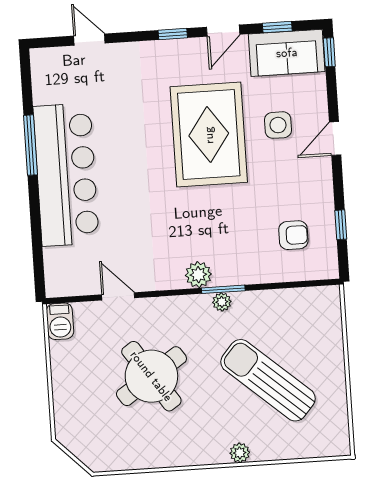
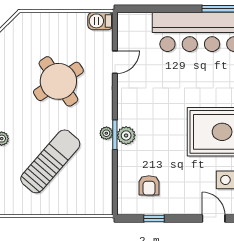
plant: (198, 275) -> (126, 135), moved

